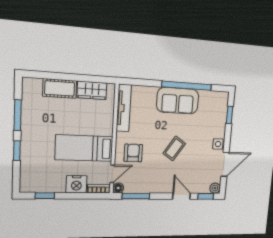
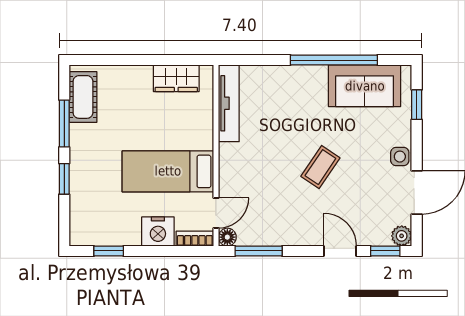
cot: (60, 88) -> (83, 97), moved, turned 90
sofa: (178, 101) -> (365, 86), moved
armchair: (133, 153) -> (249, 177), removed

